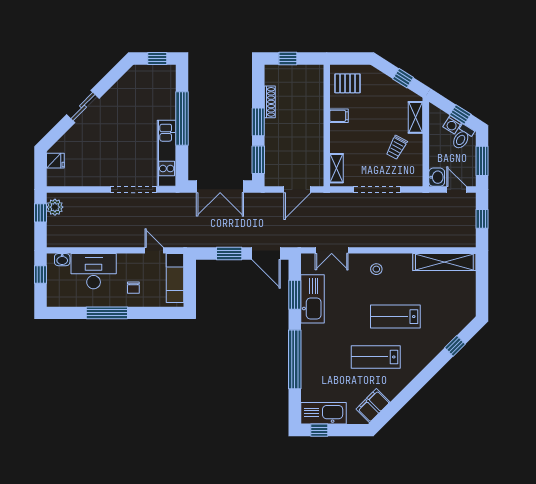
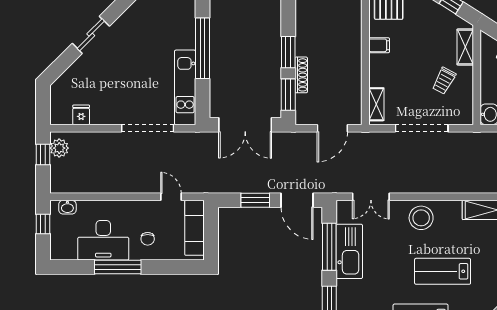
shoe rack: (270, 102) -> (301, 75), moved
fridge: (55, 161) -> (81, 115), moved, turned -90
stool: (376, 269) -> (421, 218), width x1.89, depth x1.89
desk: (94, 271) -> (103, 240), moved, turned 180
window: (295, 295) -> (329, 247), width x1.44

